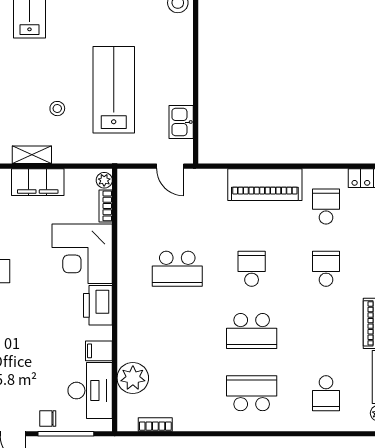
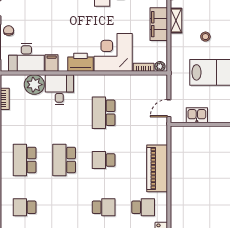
school desk: (252, 269) -> (104, 160), turned 180
desk: (141, 339) -> (59, 90), added
school desk: (252, 393) -> (25, 160), turned 180

